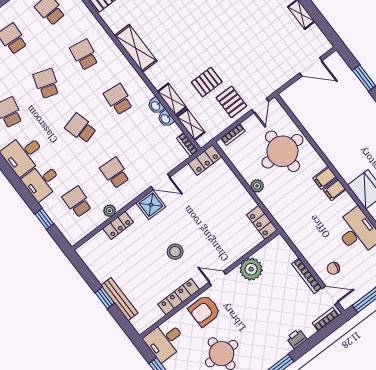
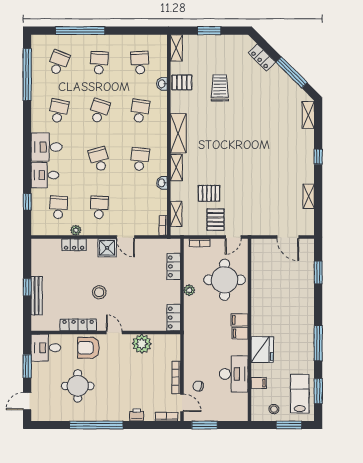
shelving: (172, 99) -> (176, 167), moved
washbasin: (166, 119) -> (162, 84), moved
locker: (205, 160) -> (174, 266), moved, turned 90

